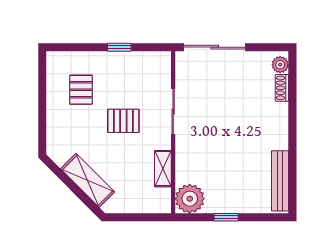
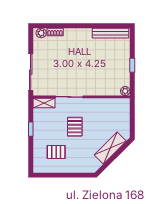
shelving: (163, 169) -> (44, 103), moved
plant: (190, 199) -> (125, 91), width x0.53, depth x0.53

